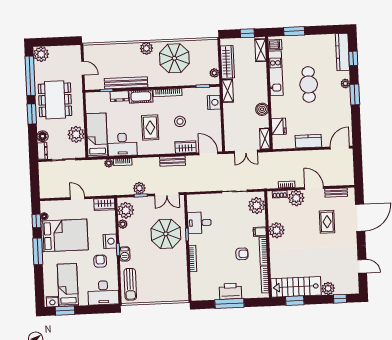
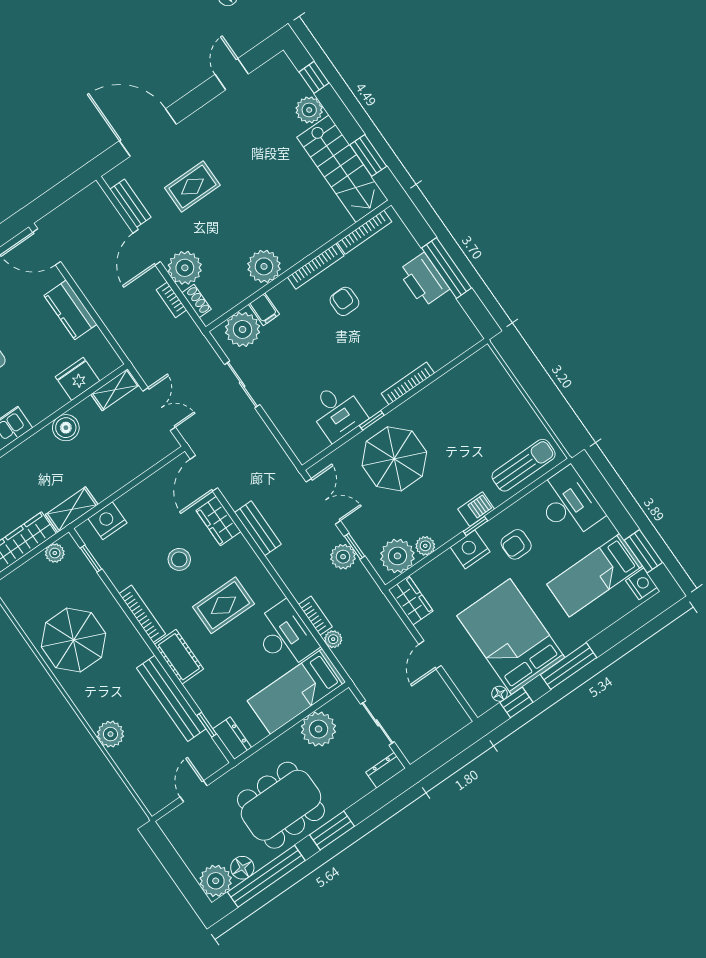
plant: (146, 48) -> (110, 734), moved
dresser: (119, 96) -> (232, 738), moved
floor lamp: (43, 136) -> (242, 868), moved
filing cabinet: (260, 232) -> (264, 309), moved

